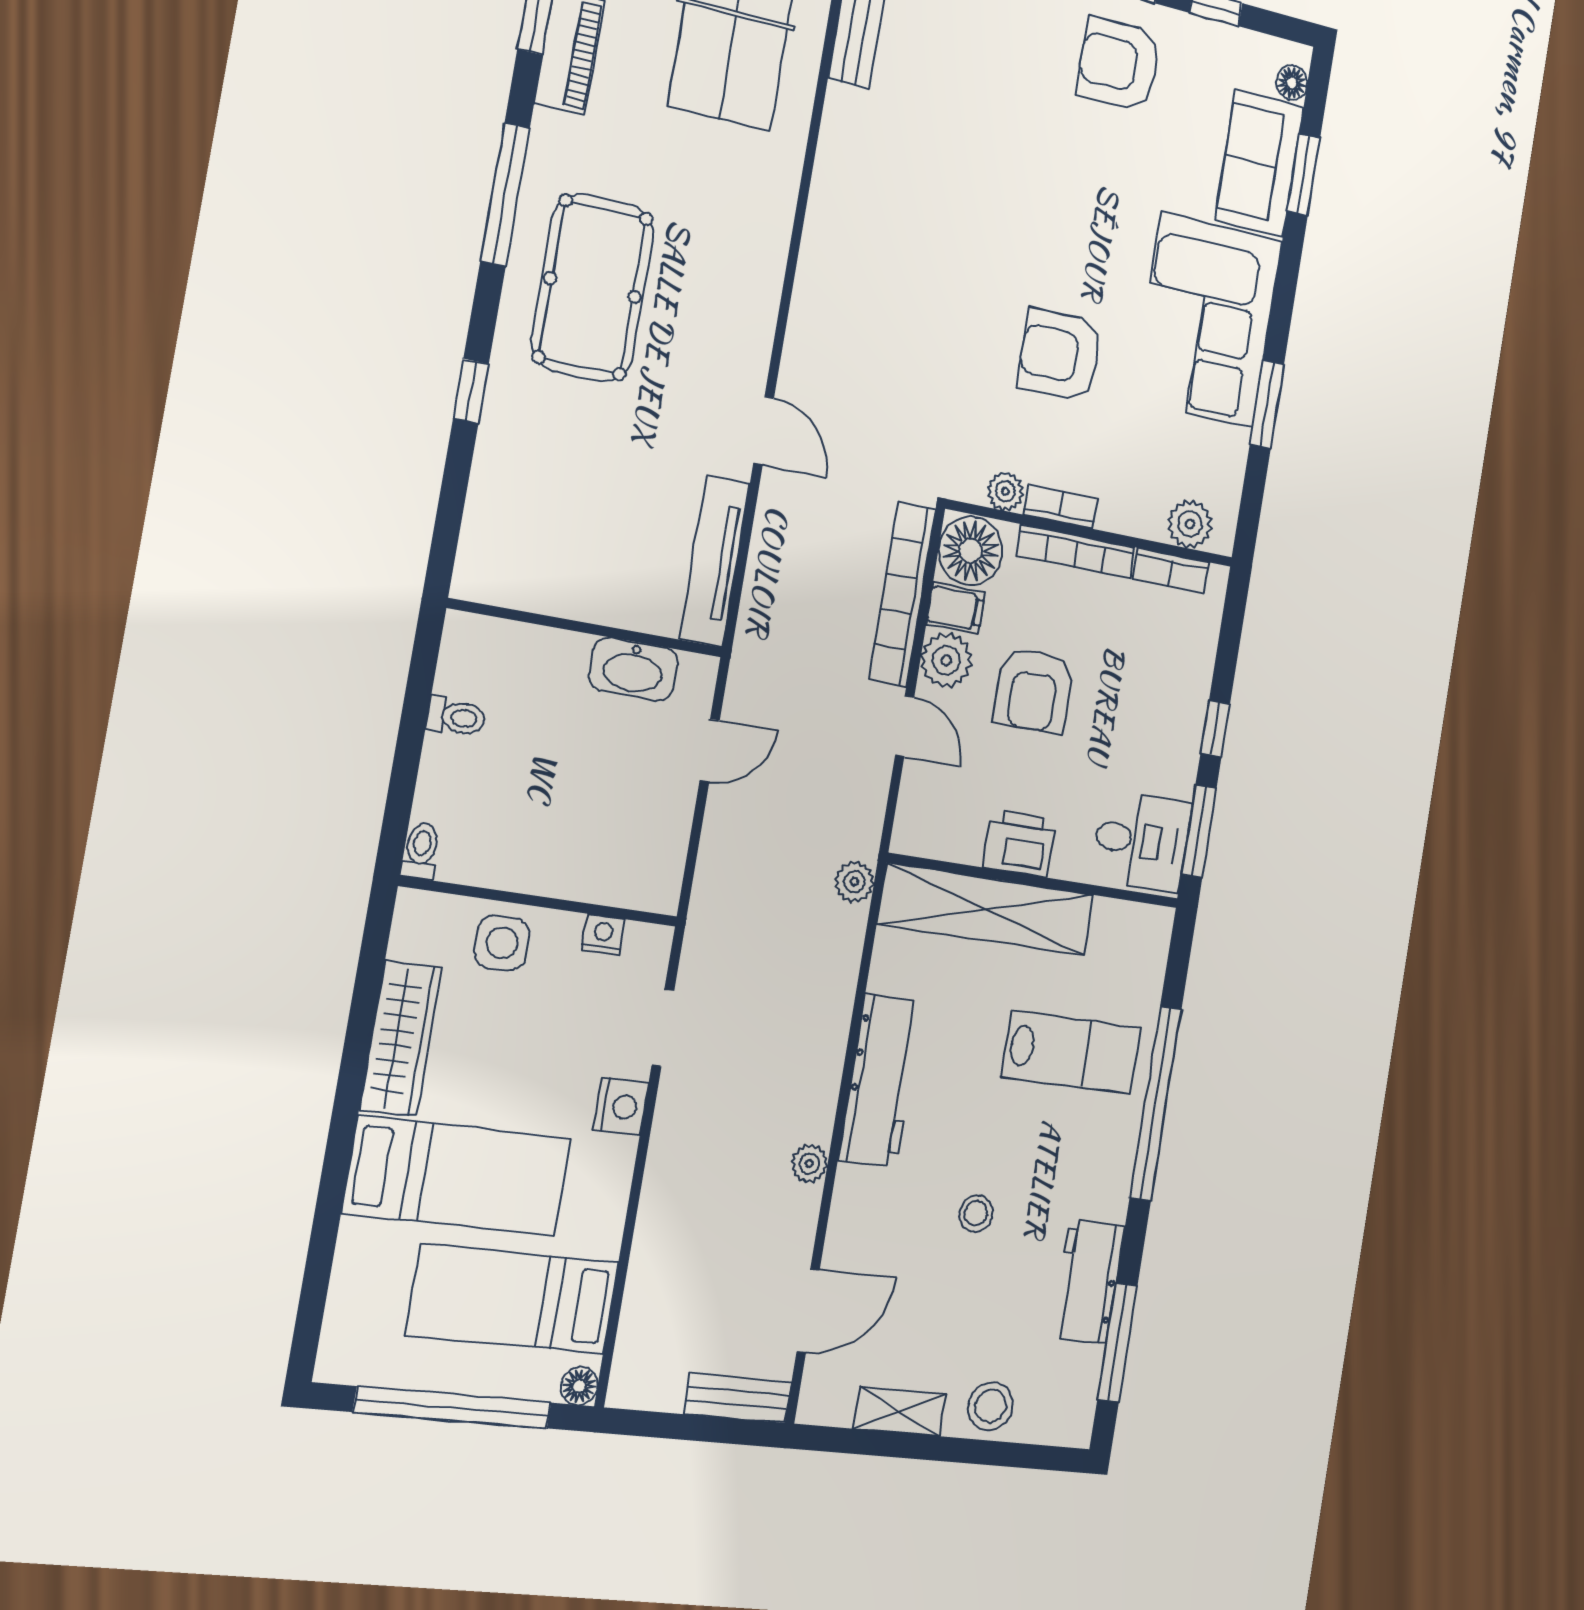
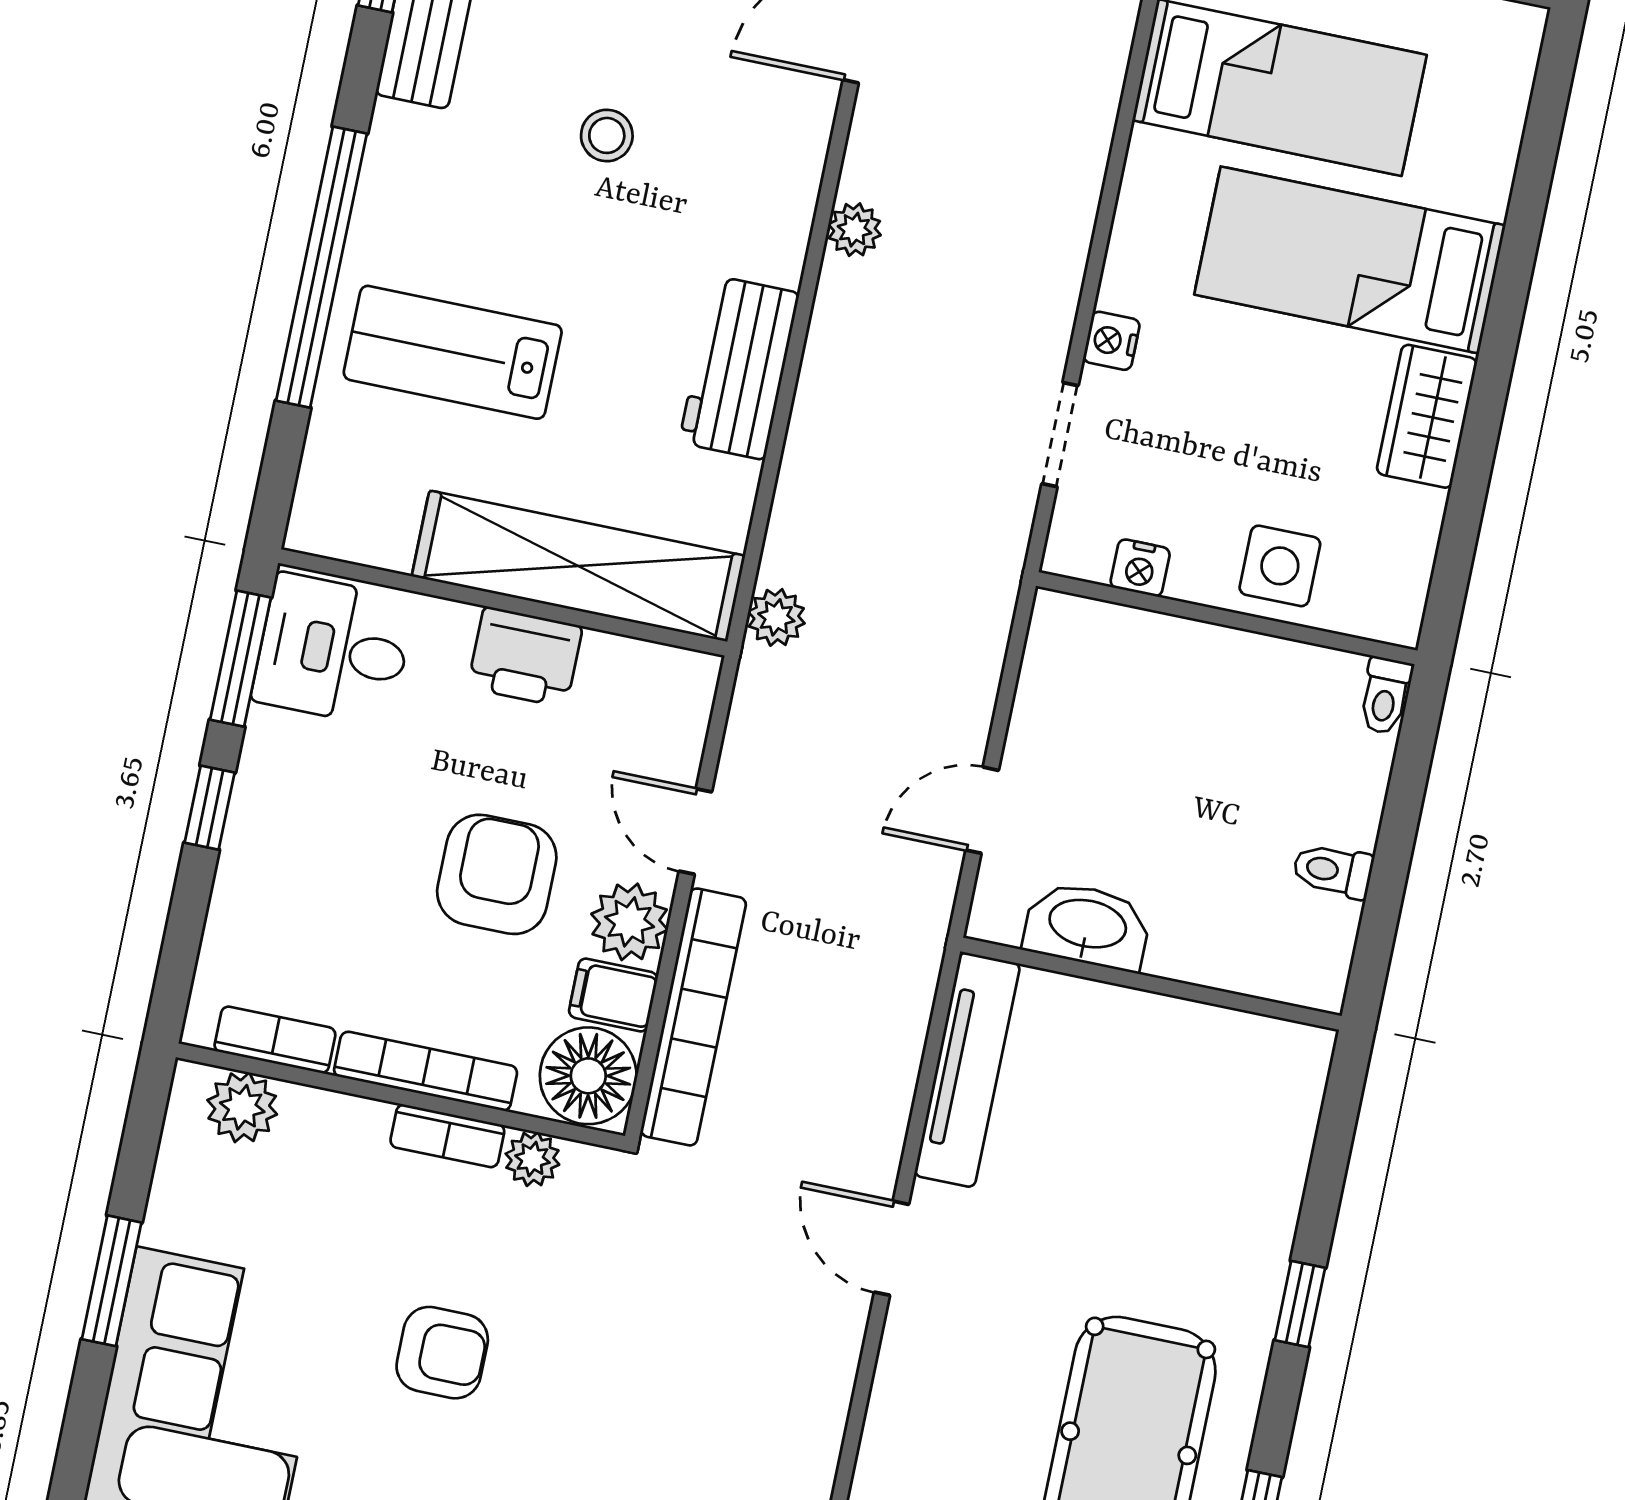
armchair: (1060, 355) -> (442, 1353), width x0.72, depth x0.72
wardrobe: (401, 1039) -> (1427, 416), width x0.67
workbench: (881, 1081) -> (739, 368), width x0.73
nightstand: (621, 1106) -> (1111, 341), width x0.72, depth x0.74

